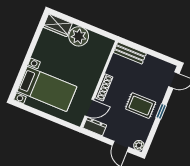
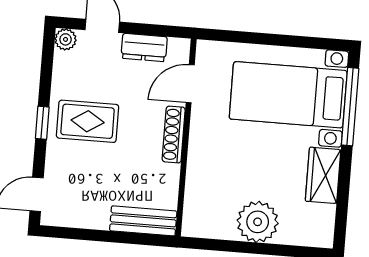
wardrobe: (58, 25) -> (323, 175), moved, turned -90
window: (21, 75) -> (350, 107), added
dresser: (95, 127) -> (144, 47), moved

